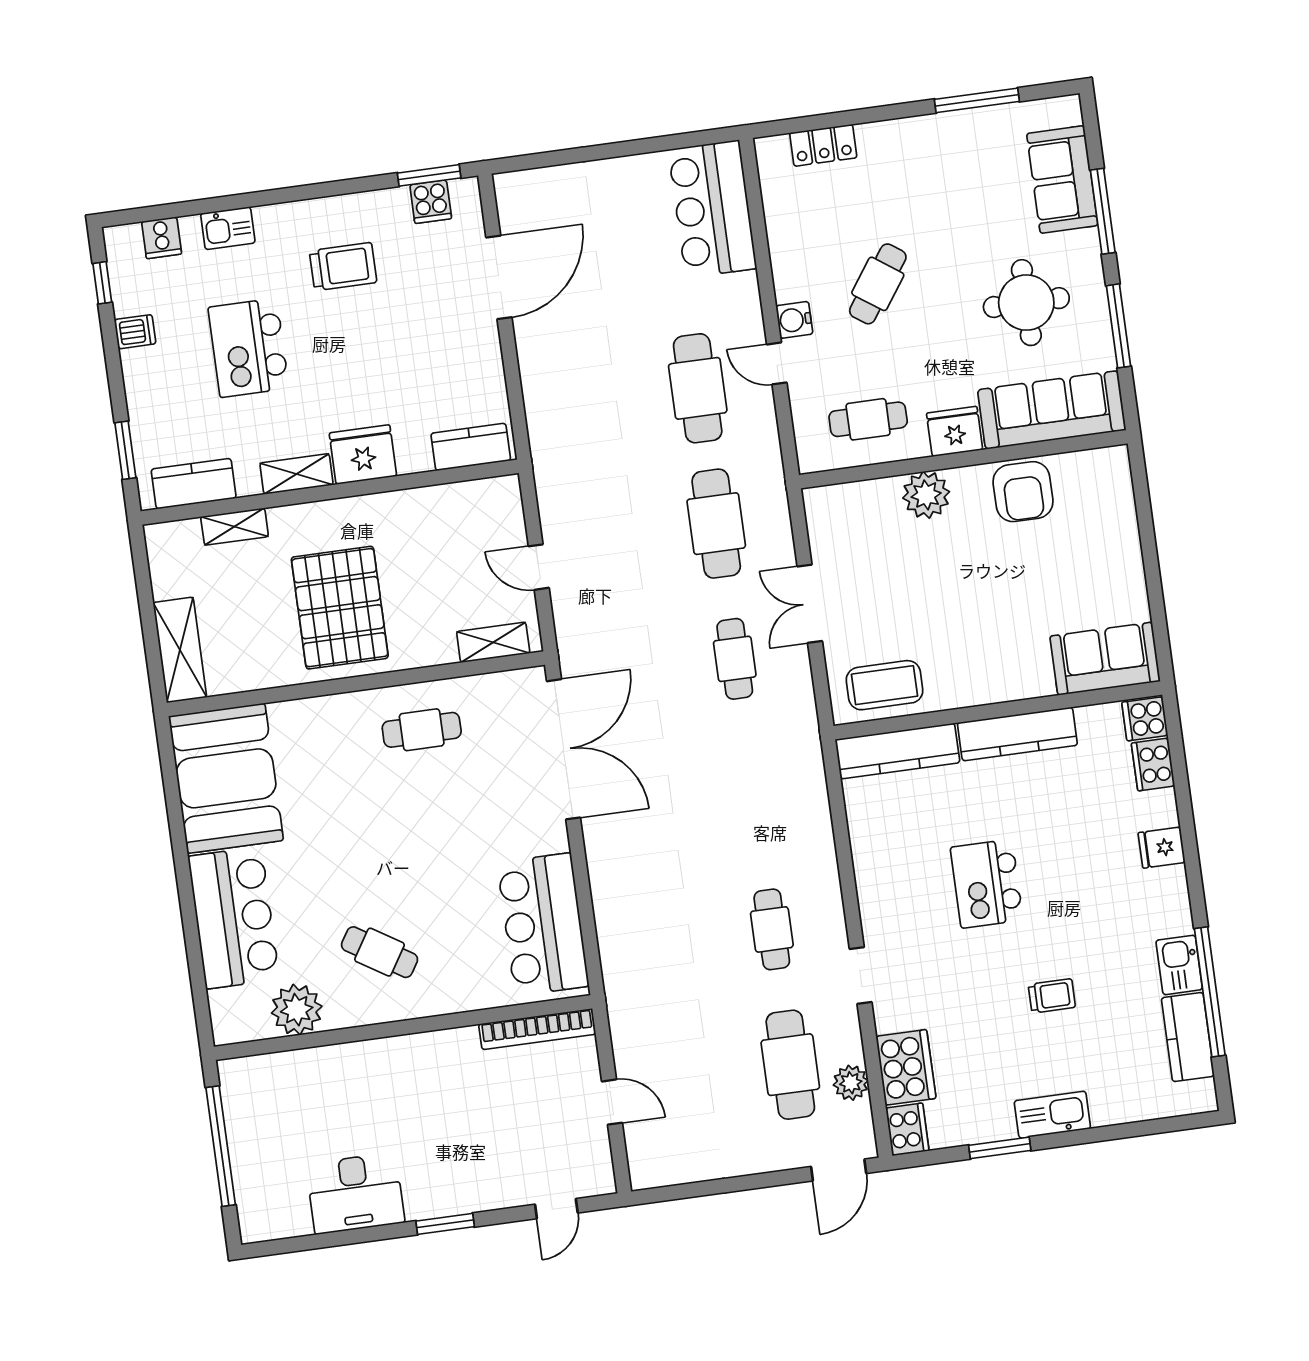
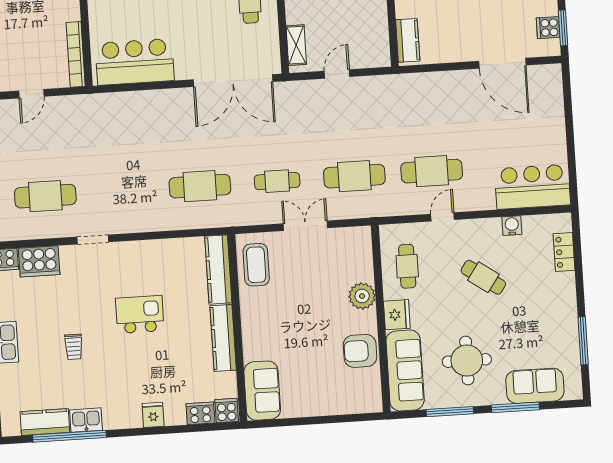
water cooler: (794, 320) -> (512, 226), moved
cafe table: (772, 929) -> (200, 186), moved, width x1.37, depth x1.35
plant: (851, 1083) -> (33, 230), removed

